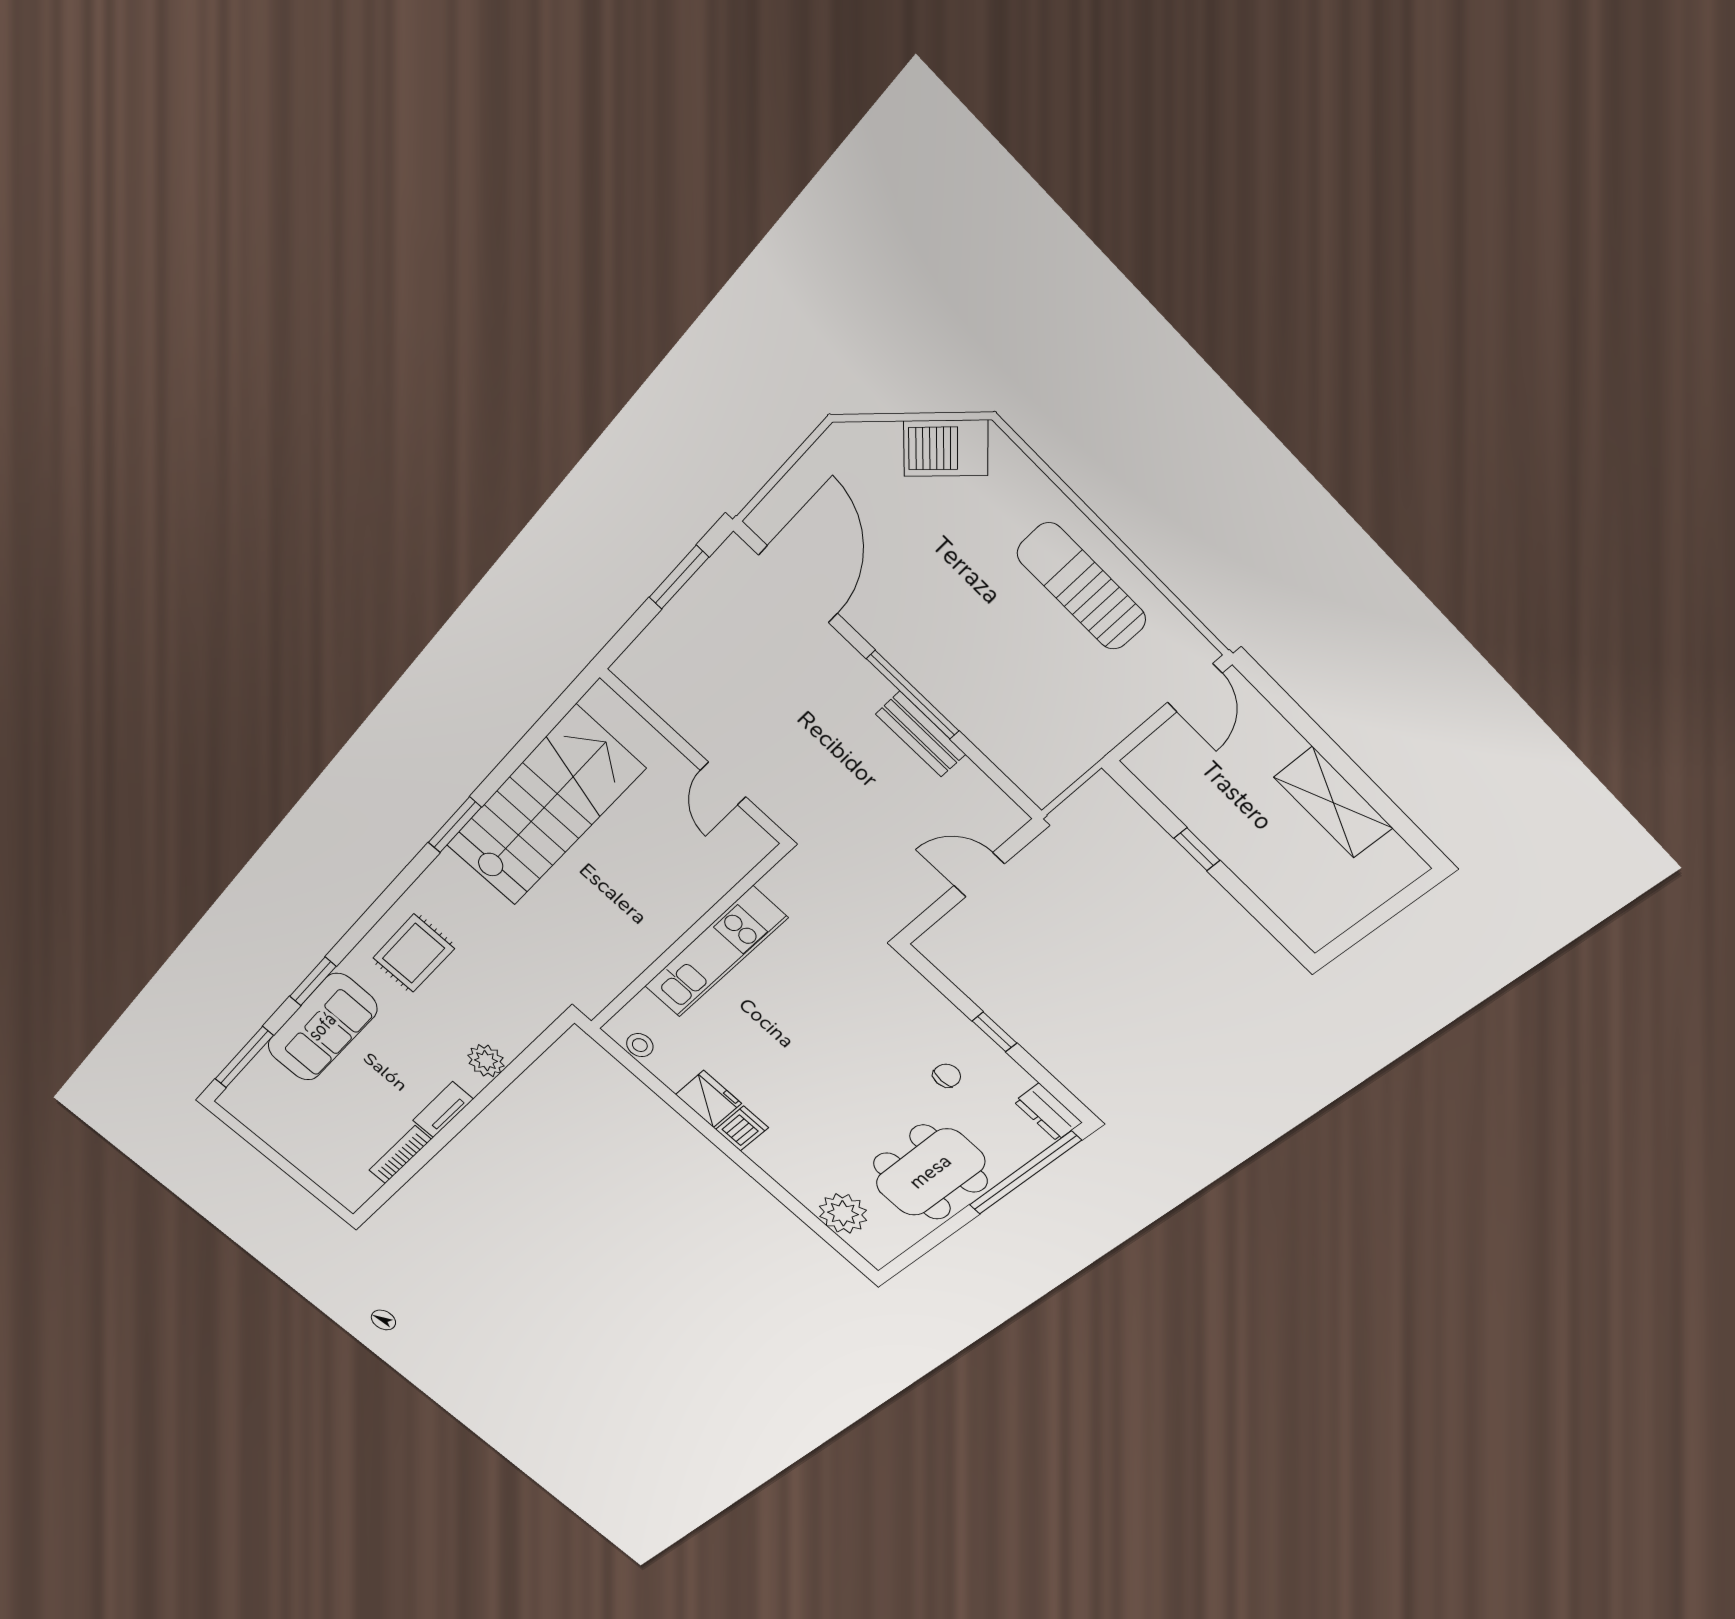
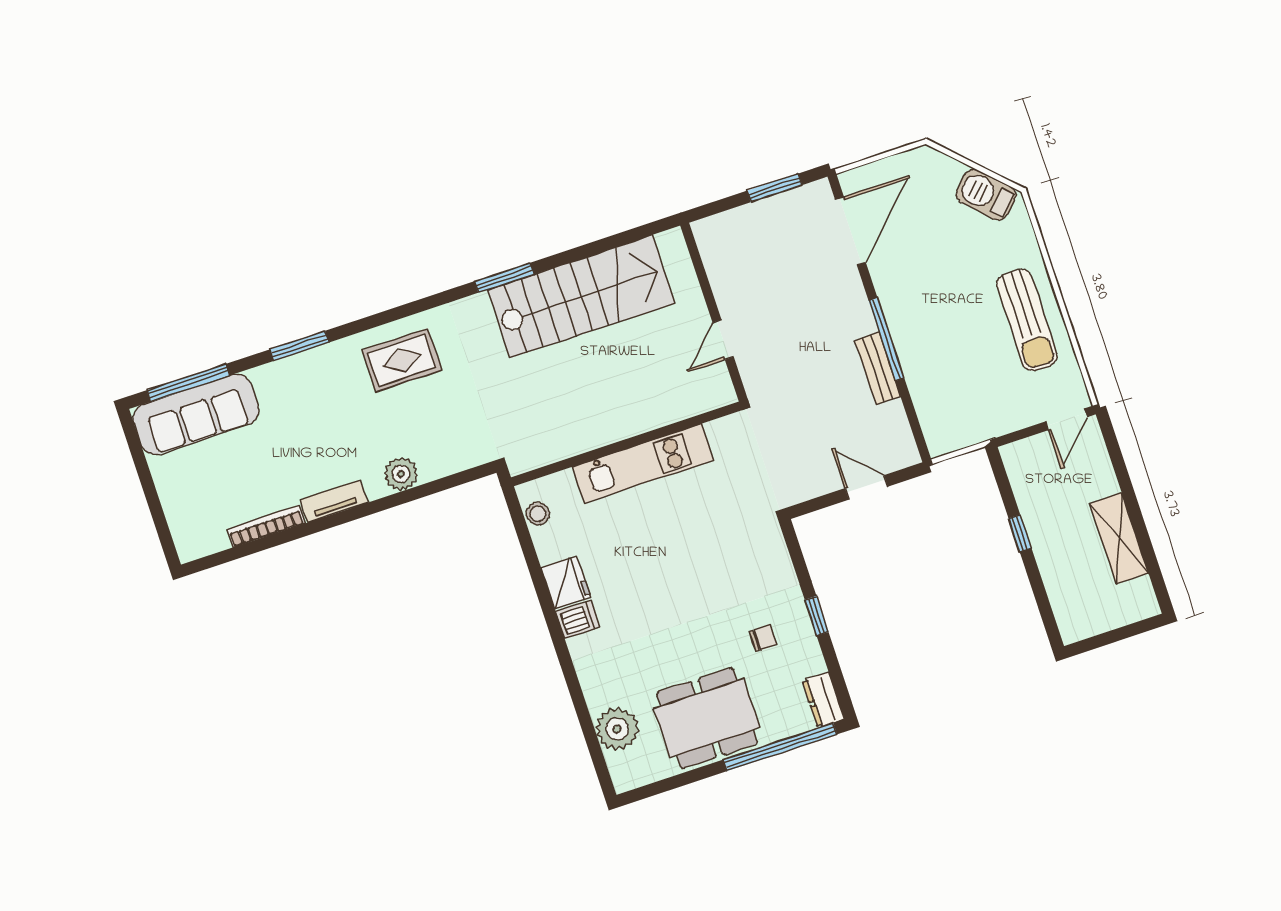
sun lounger: (1081, 586) -> (1027, 320), turned 180
sofa: (322, 1027) -> (196, 414), moved

